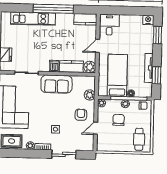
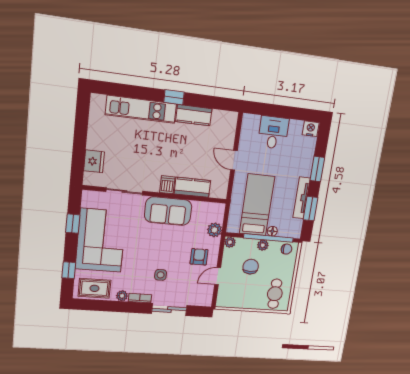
window: (53, 9) -> (174, 97), width x0.32
kitchen counter: (85, 19) -> (194, 115), moved
desk: (109, 25) -> (273, 133), moved
window: (157, 35) -> (317, 169), moved
door: (98, 46) -> (234, 160), hinge flipped
plant: (90, 67) -> (219, 190), removed

